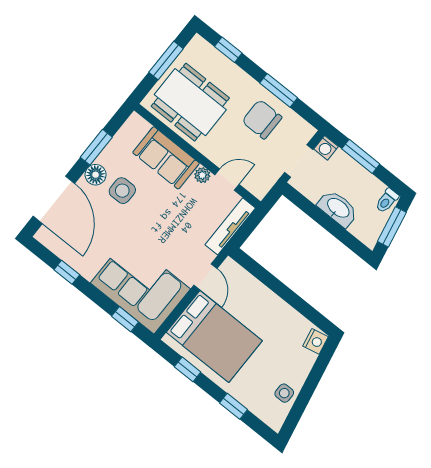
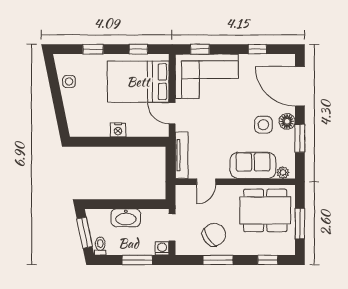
chair: (262, 119) -> (214, 235), turned -35
plant: (202, 175) -> (283, 172), moved
nightstand: (315, 341) -> (118, 130), moved, turned -78

